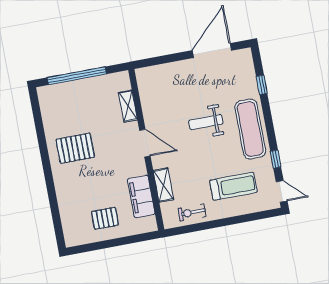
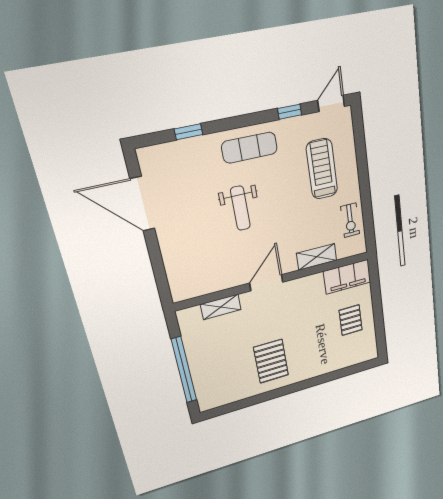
exercise mat: (250, 129) -> (250, 148), width x0.73, depth x0.69
filing cabinet: (141, 196) -> (347, 277), moved

